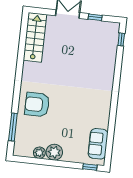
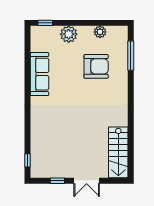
armchair: (37, 105) -> (96, 66), moved
sofa: (98, 144) -> (40, 74), moved, width x1.36
plant: (54, 152) -> (69, 34), moved

